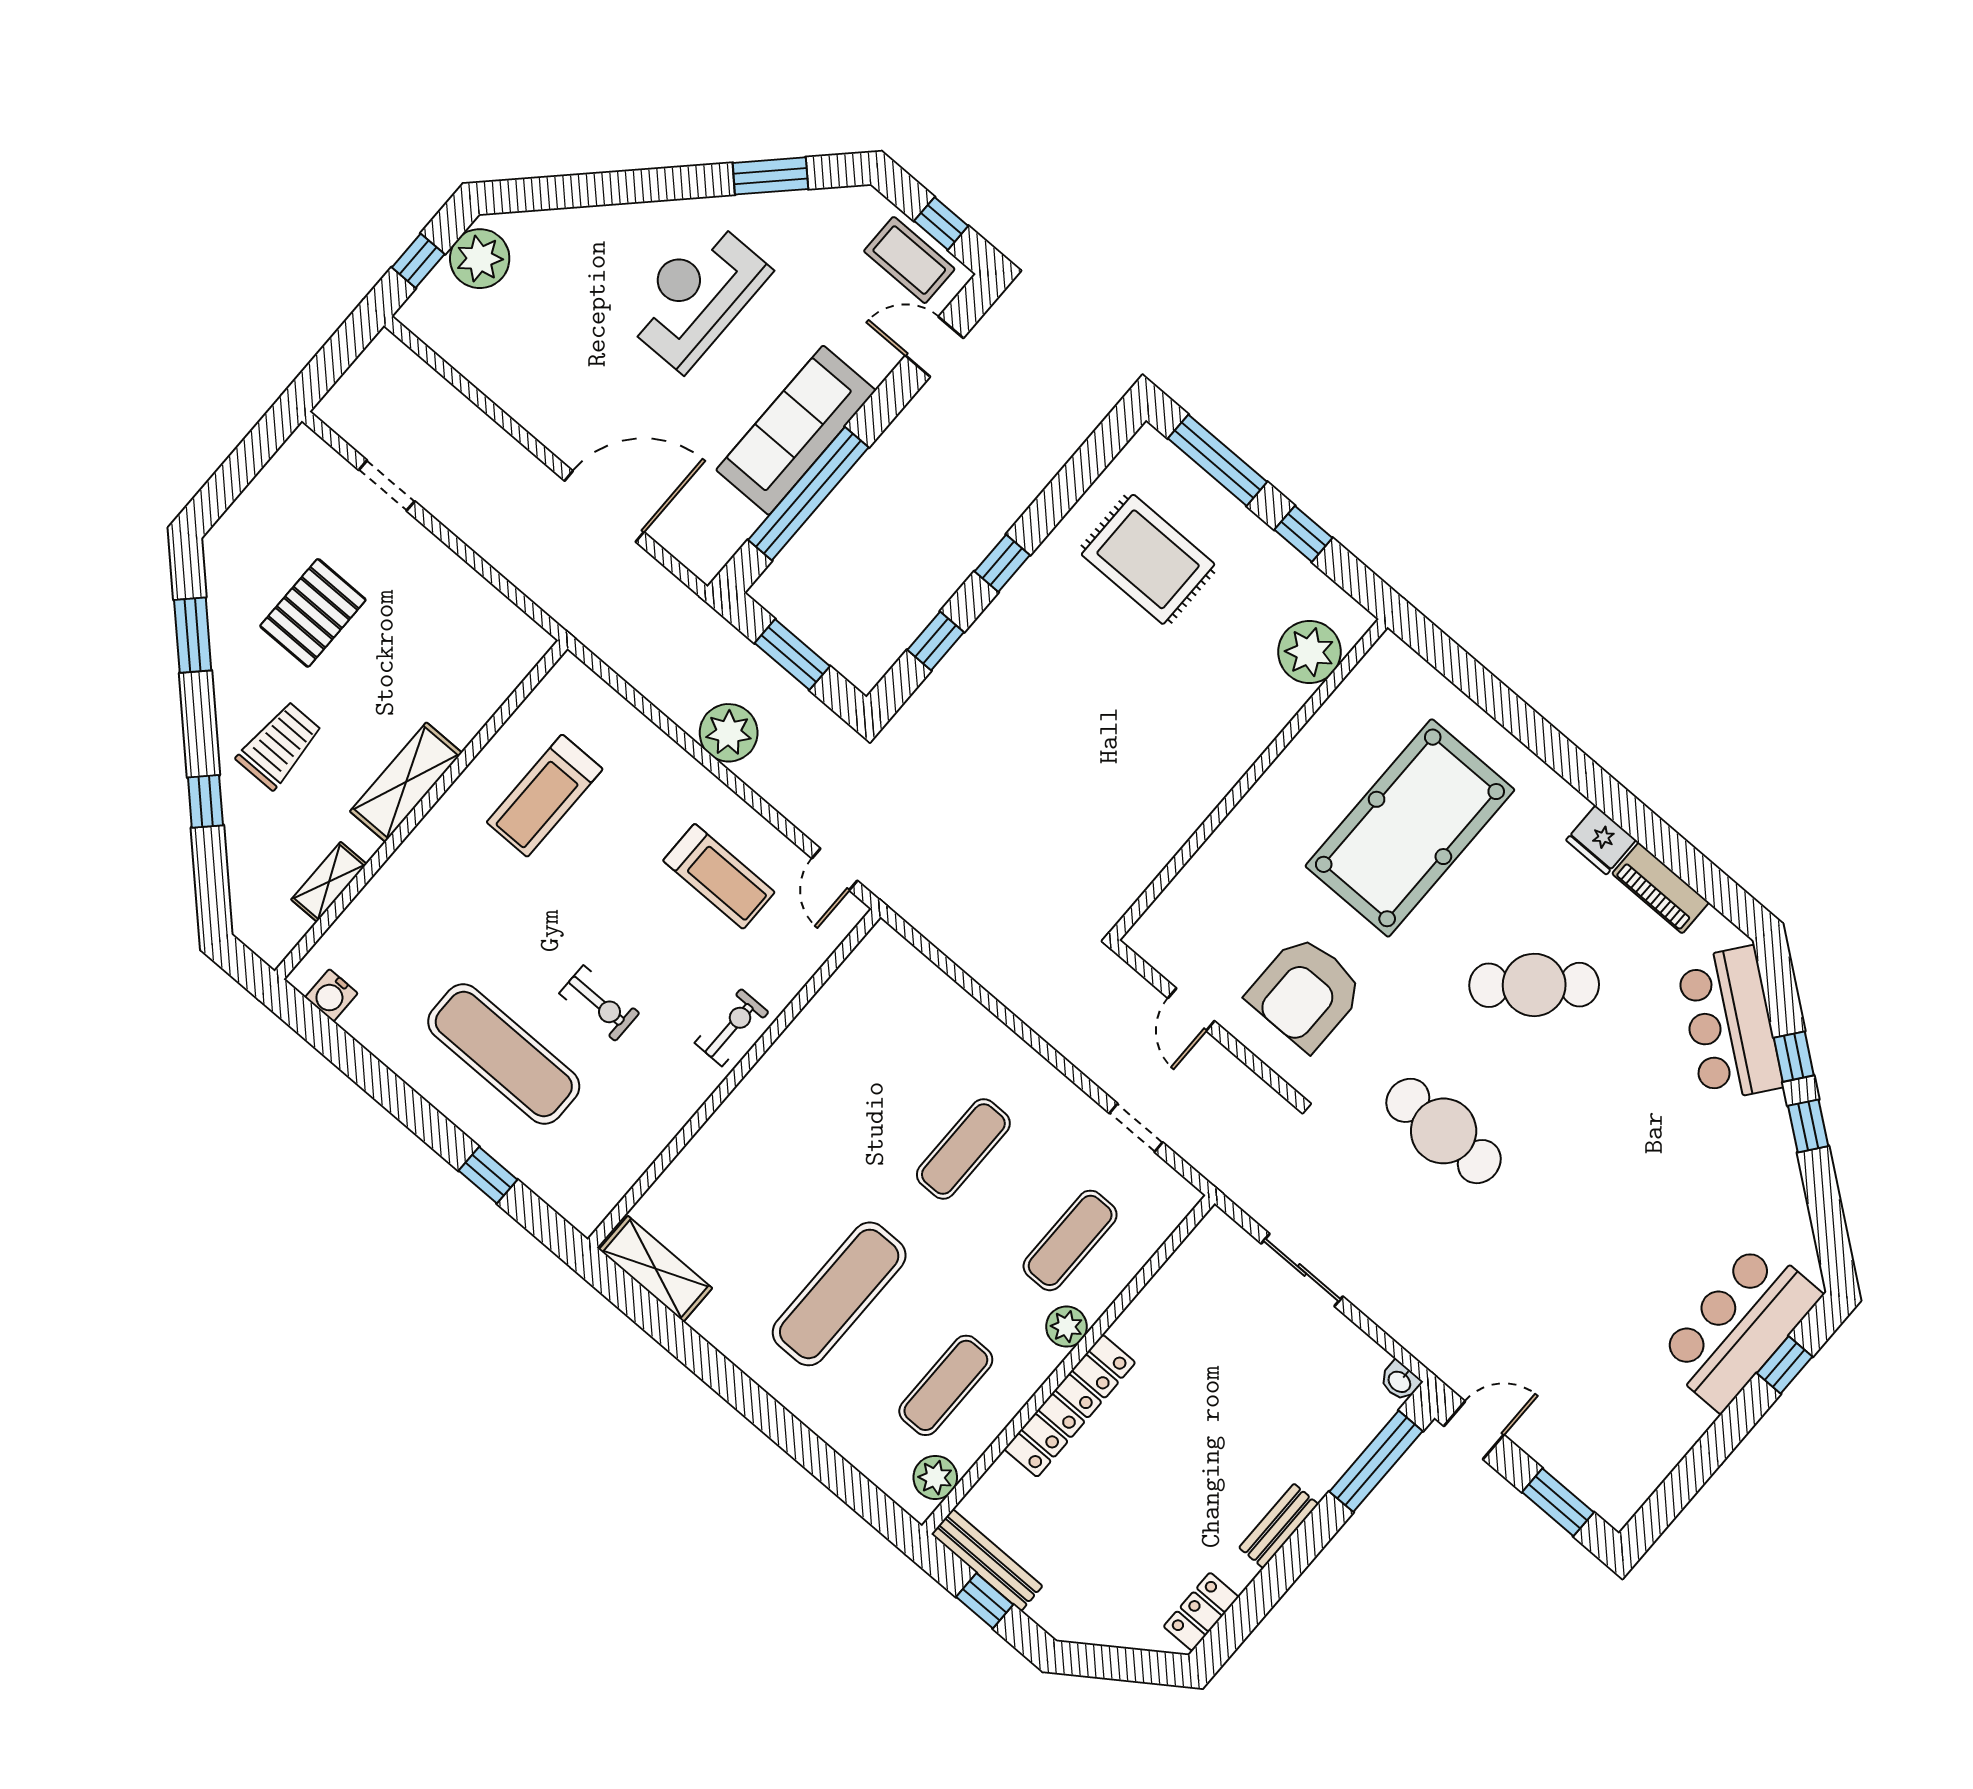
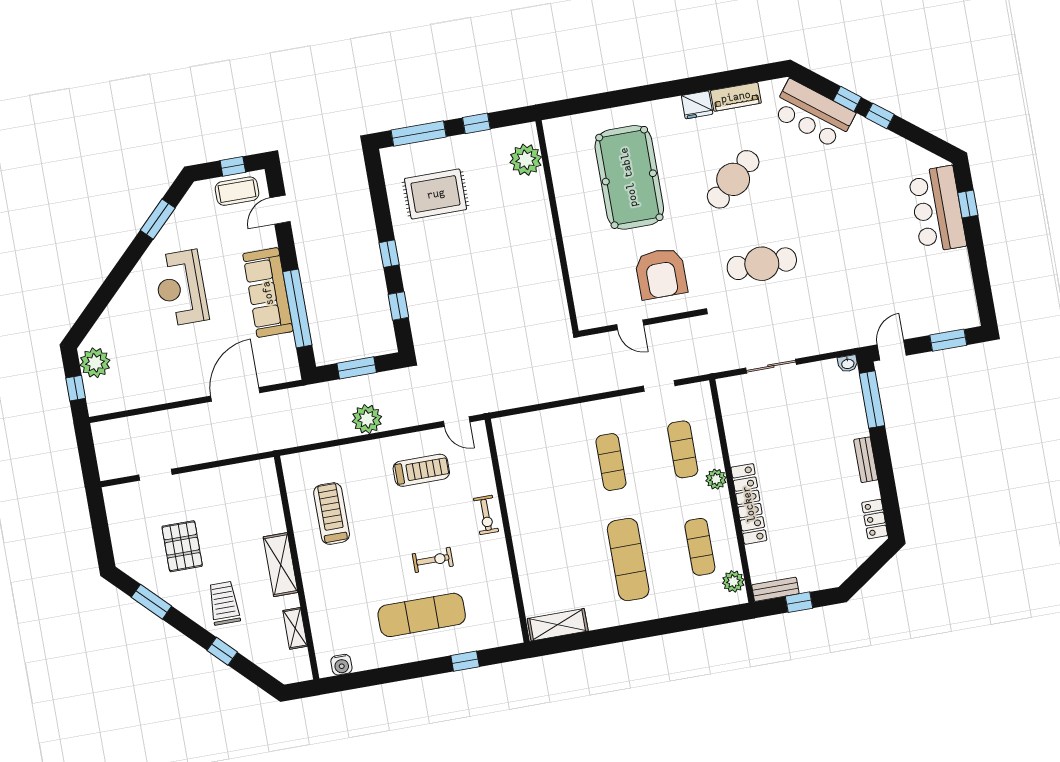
treadmill: (545, 796) -> (332, 514), turned 180
exercise bike: (732, 1028) -> (486, 515), turned 180
bench: (987, 1560) -> (775, 589), width x0.73

